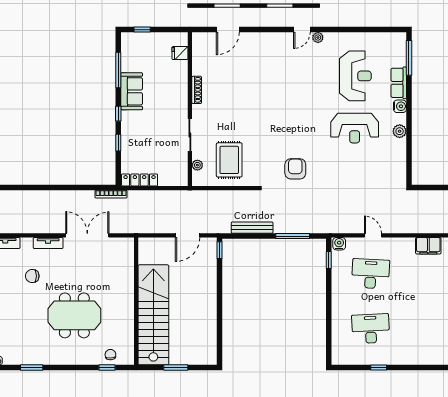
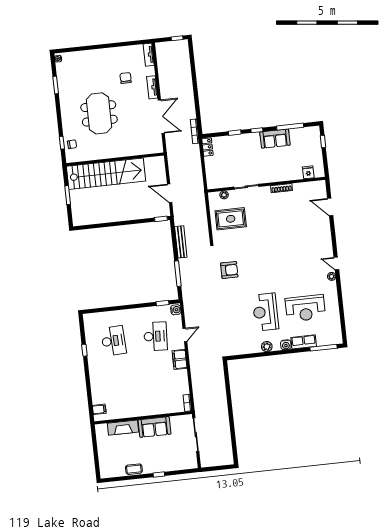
locker: (140, 180) -> (207, 147), width x0.66
filing cabinet: (428, 246) -> (180, 359), moved

